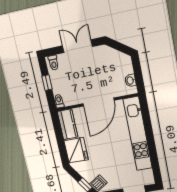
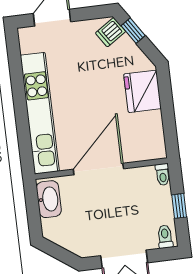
washbasin: (130, 80) -> (49, 199), width x1.91, depth x1.45
kitchen counter: (68, 124) -> (152, 136), removed

